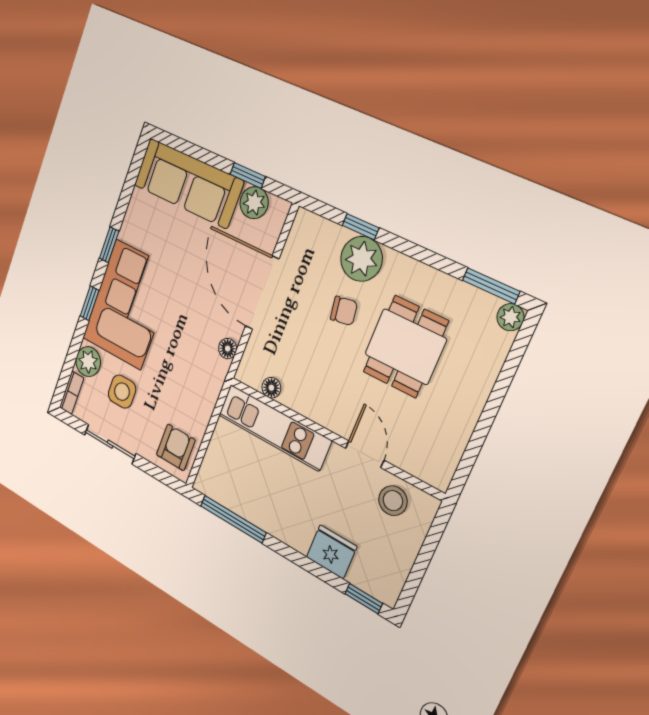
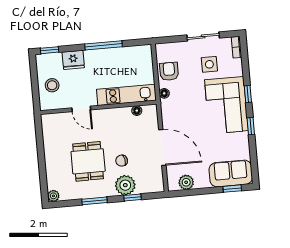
window: (248, 175) -> (232, 189), moved
sofa: (188, 183) -> (231, 173), width x0.73
window: (491, 286) -> (95, 201), moved
floor lamp: (228, 349) -> (164, 93), moved
plant: (88, 362) -> (235, 67), removed
armchair: (176, 447) -> (169, 71), moved, turned 180
stool: (393, 501) -> (52, 85), moved
window: (233, 519) -> (103, 45), moved

